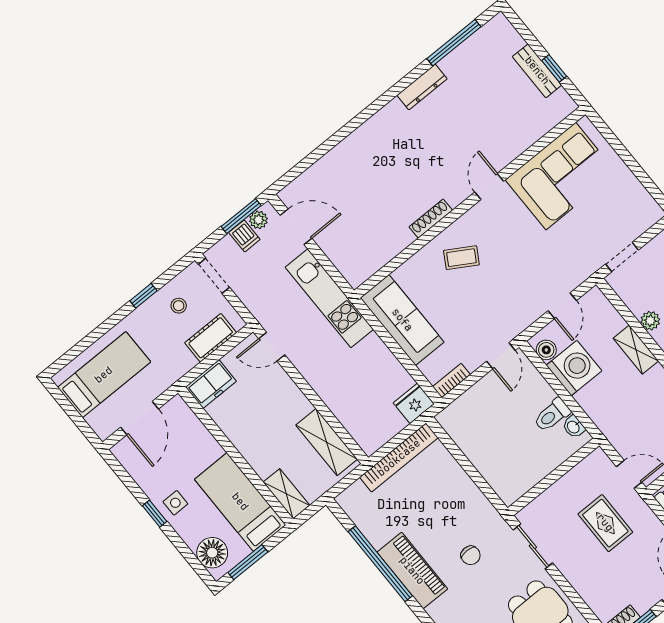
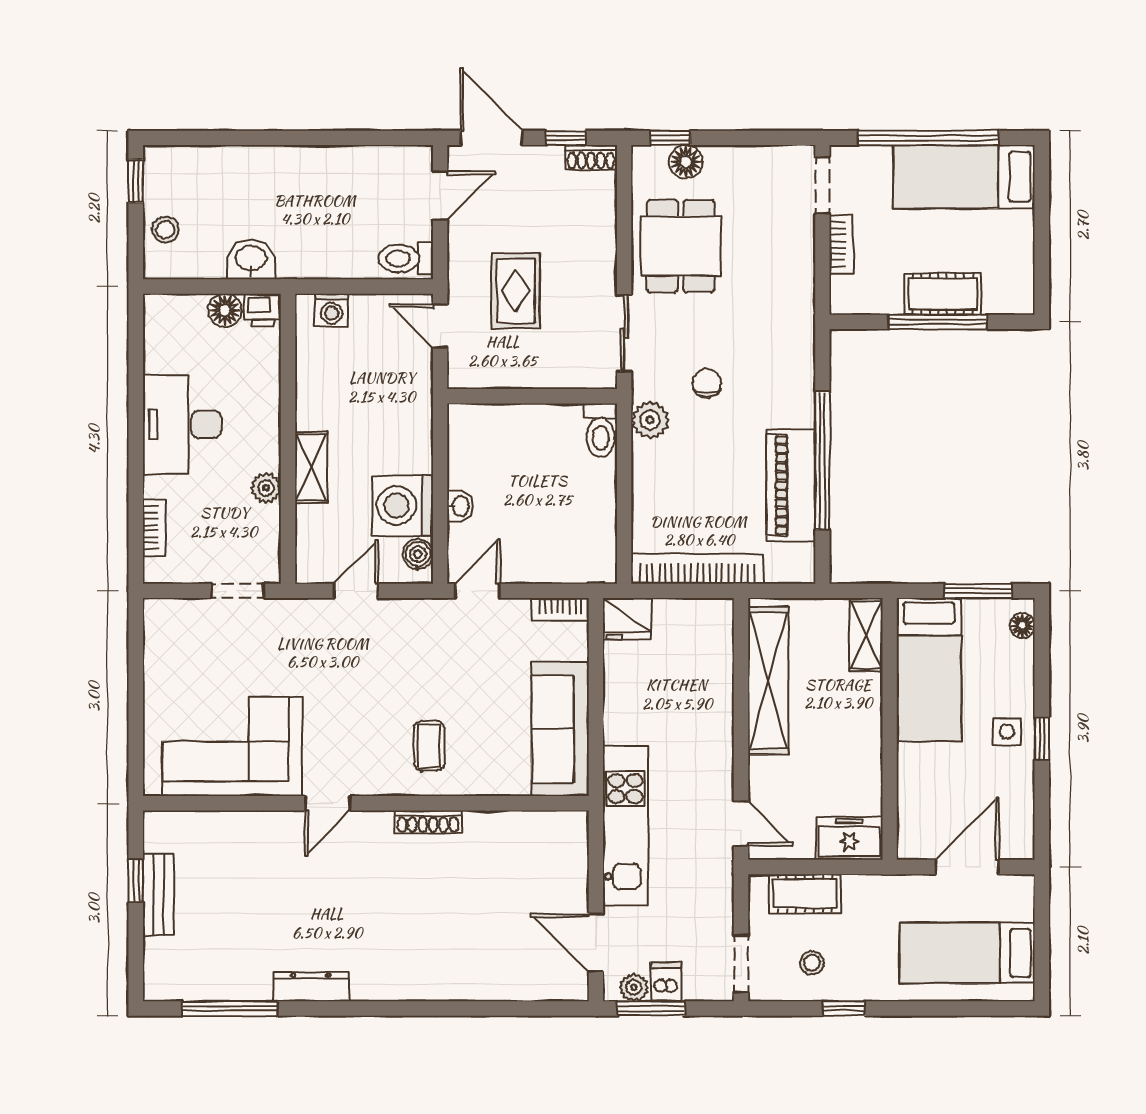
coffee table: (461, 258) -> (429, 746), turned 59
toilet: (552, 415) -> (601, 430), moved, turned 90
washbasin: (574, 427) -> (460, 506), moved
shelving: (327, 442) -> (768, 681), width x1.47
plant: (484, 513) -> (650, 420), added
floor lamp: (212, 553) -> (1022, 626), width x0.53, depth x0.53
piano: (412, 571) -> (791, 485), moved

